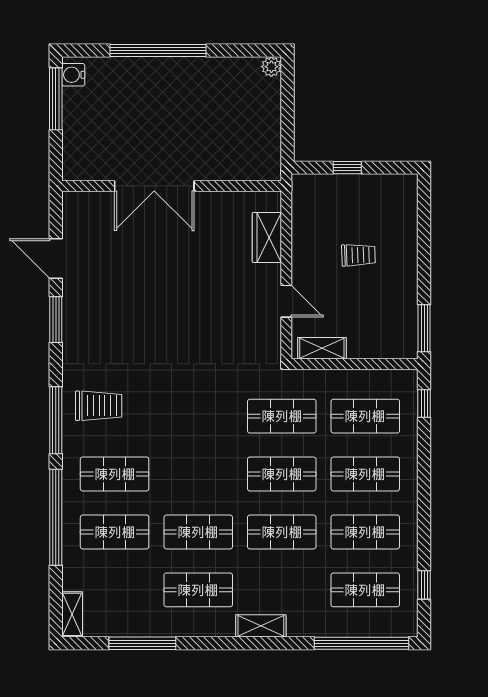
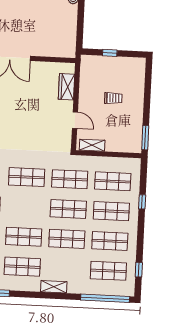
window: (424, 404) -> (142, 202), moved
shop shelf: (198, 416) -> (27, 177), added

